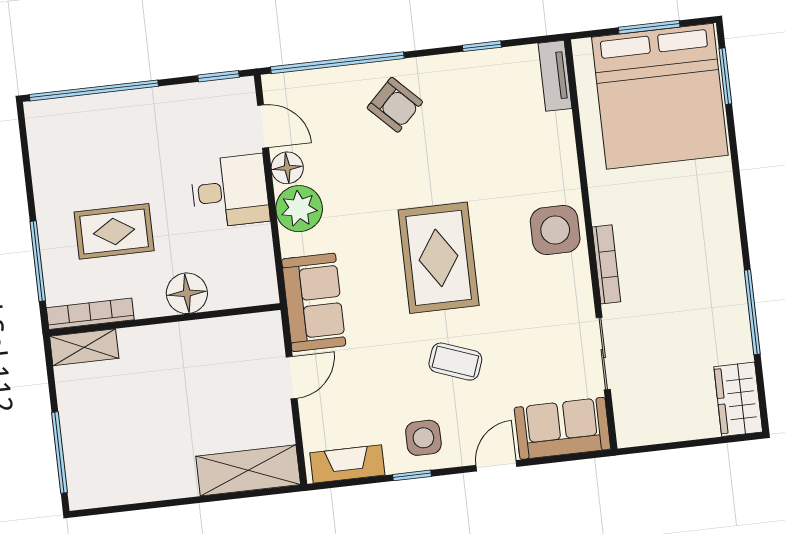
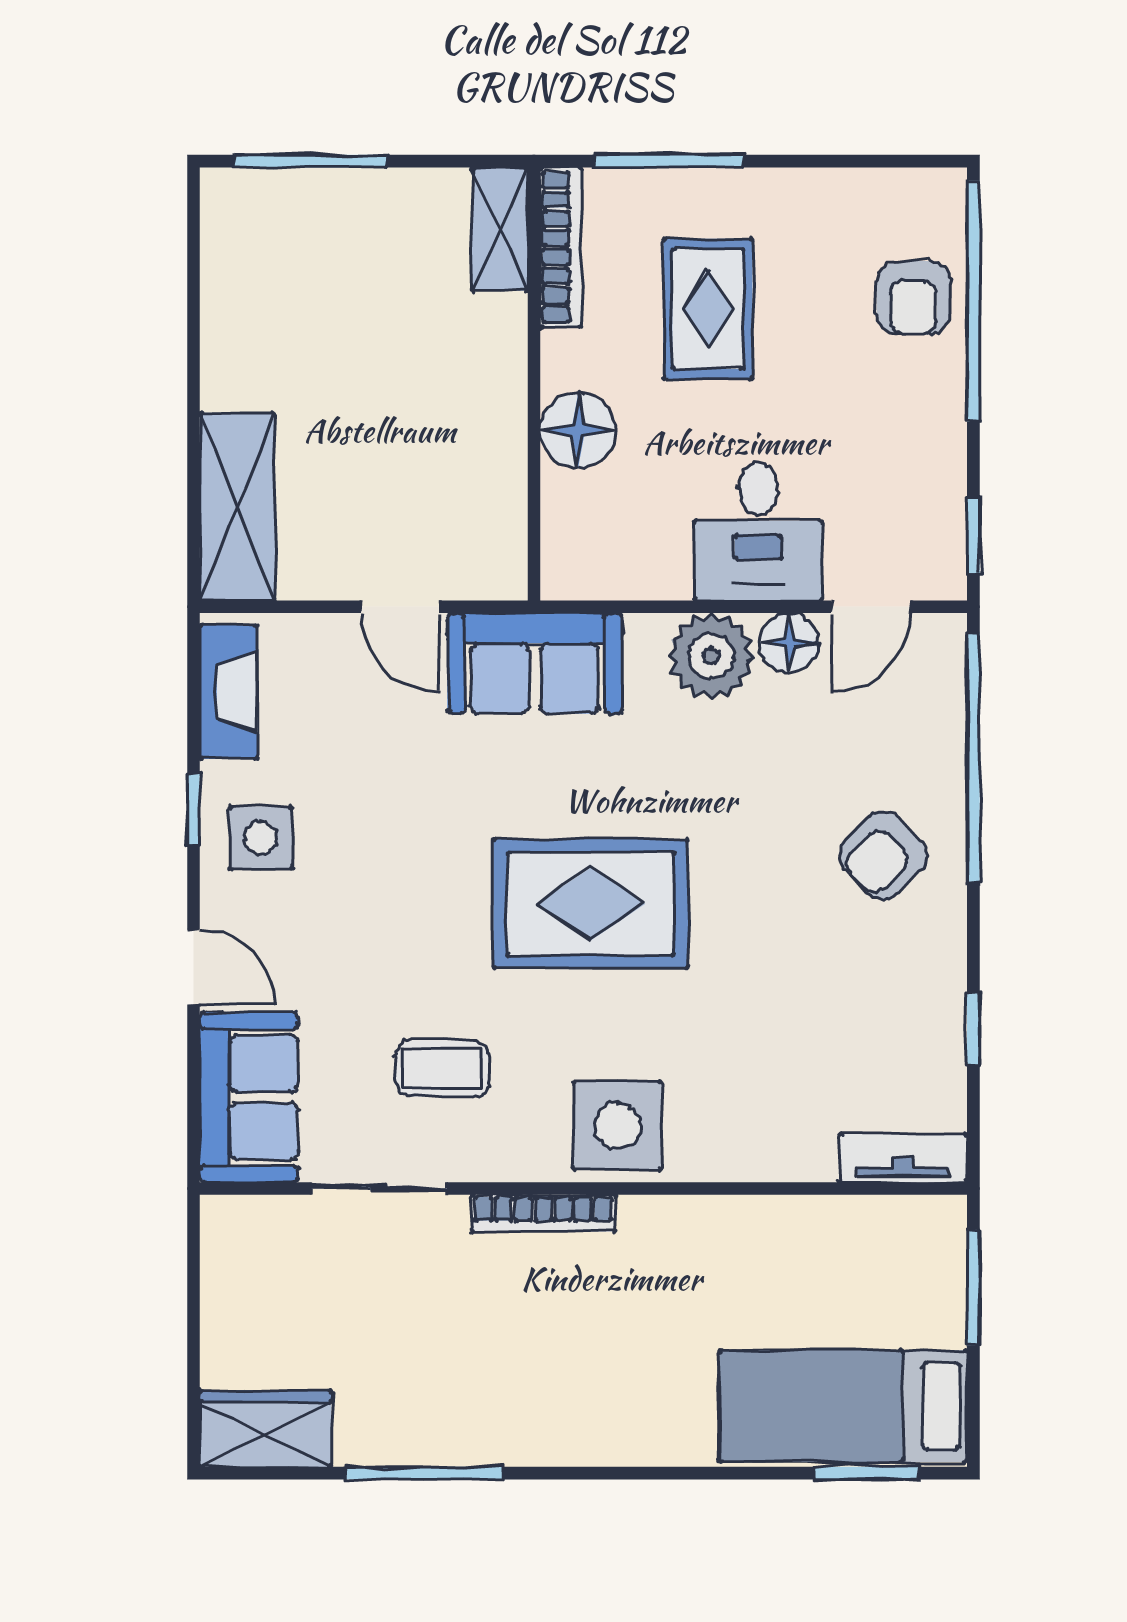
window: (649, 27) -> (973, 1288), moved
bed: (660, 96) -> (843, 1406), width x0.49
armchair: (96, 123) -> (913, 298), added
coffee table: (455, 362) -> (443, 1069), moved, turned 70

